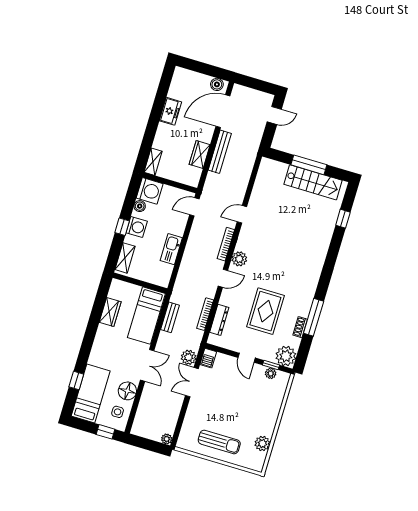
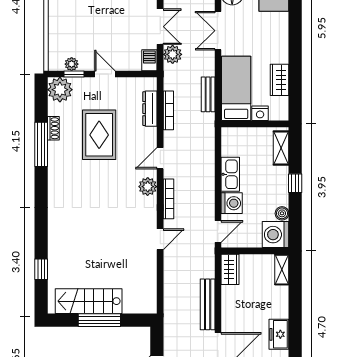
wardrobe: (200, 155) -> (230, 269), moved
washing machine: (137, 227) -> (232, 203), moved, turned 180
nightstand: (133, 290) -> (260, 113), added

